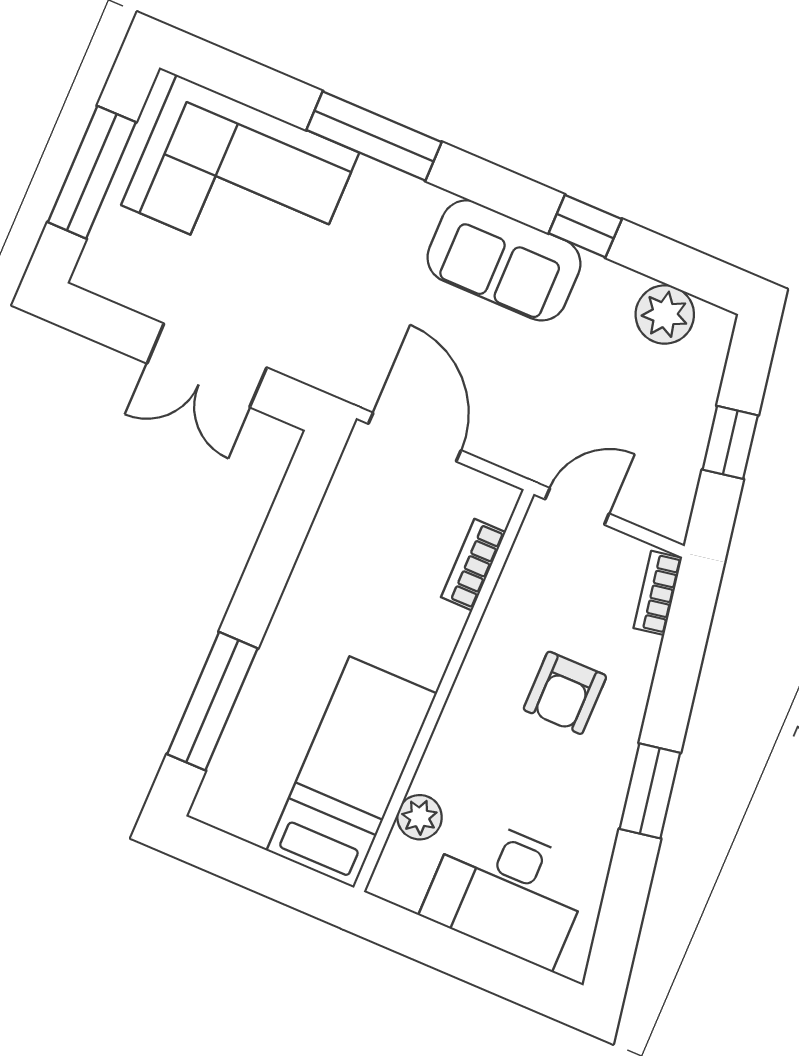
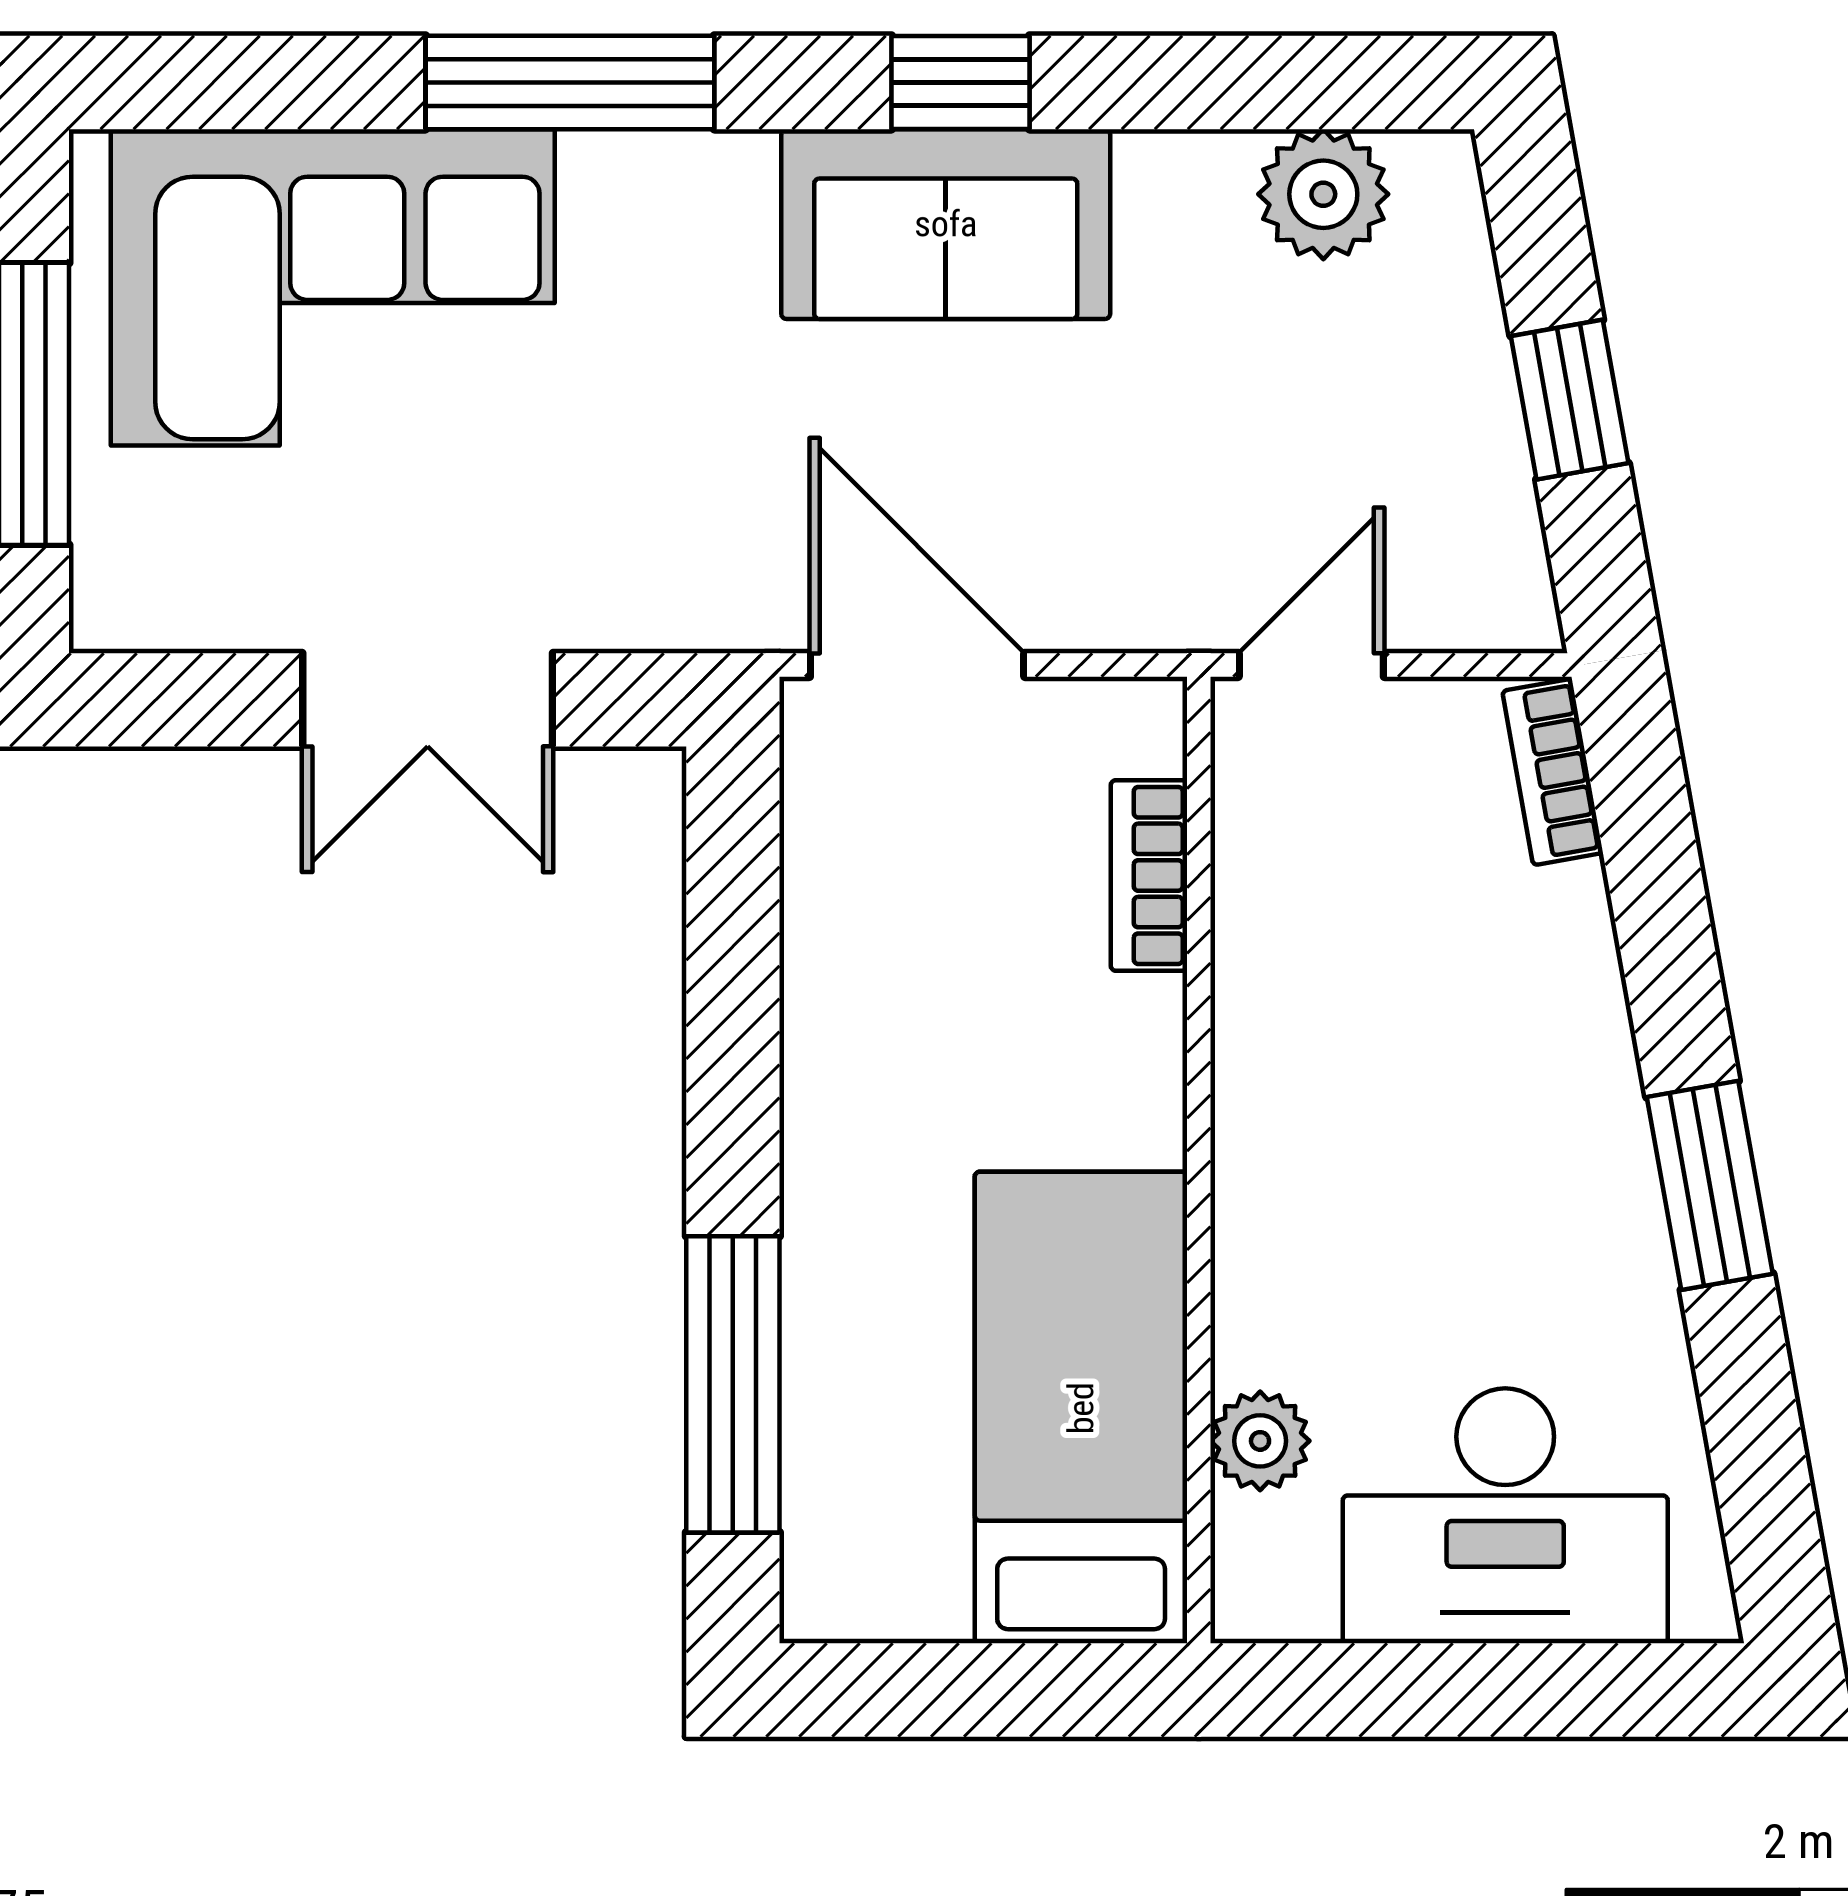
window: (585, 226) -> (961, 82), moved
armchair: (565, 693) -> (1450, 1058), removed

